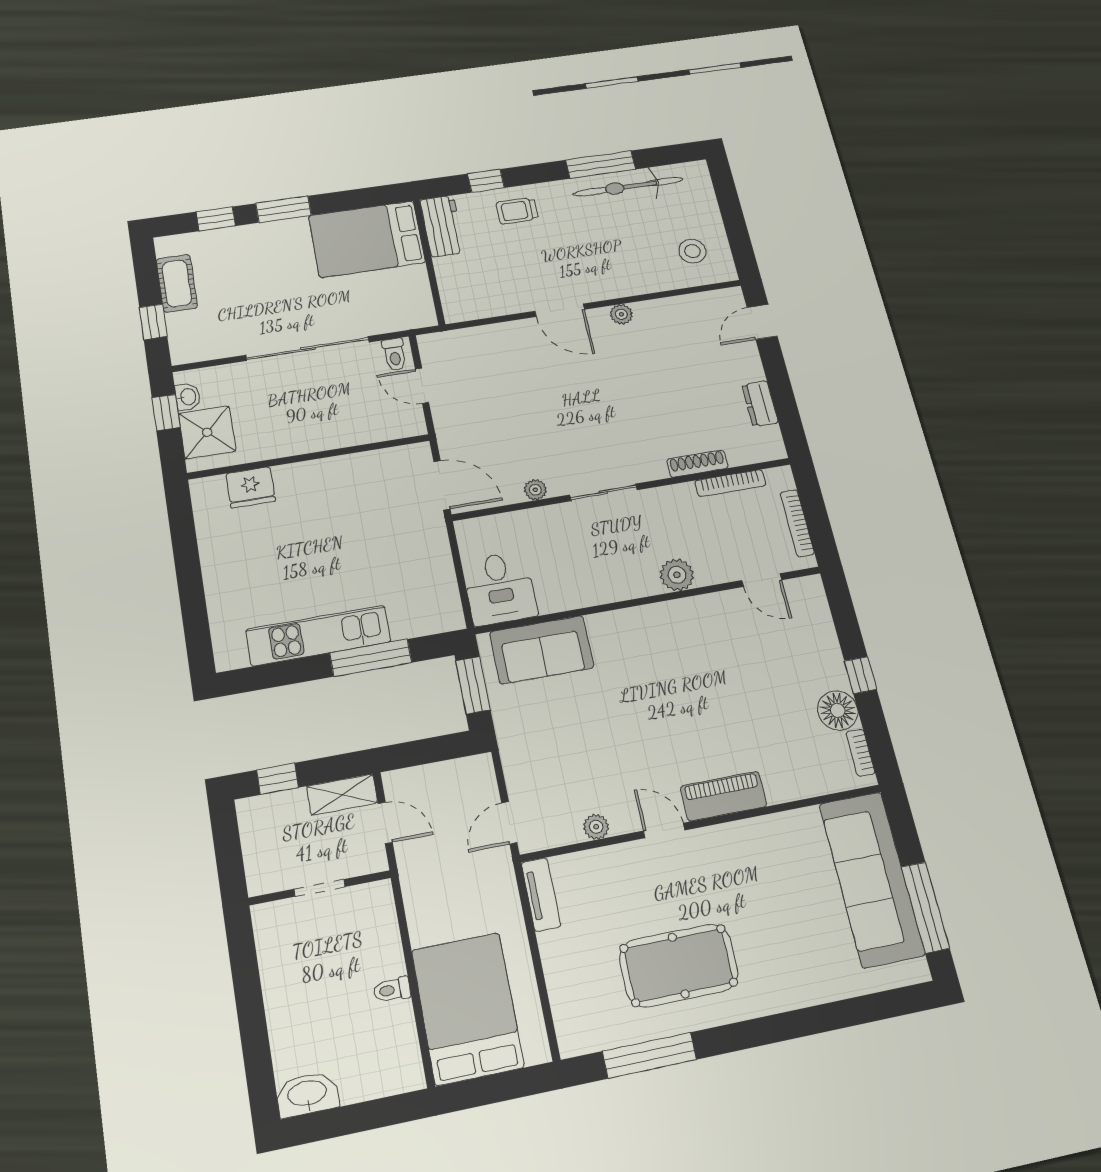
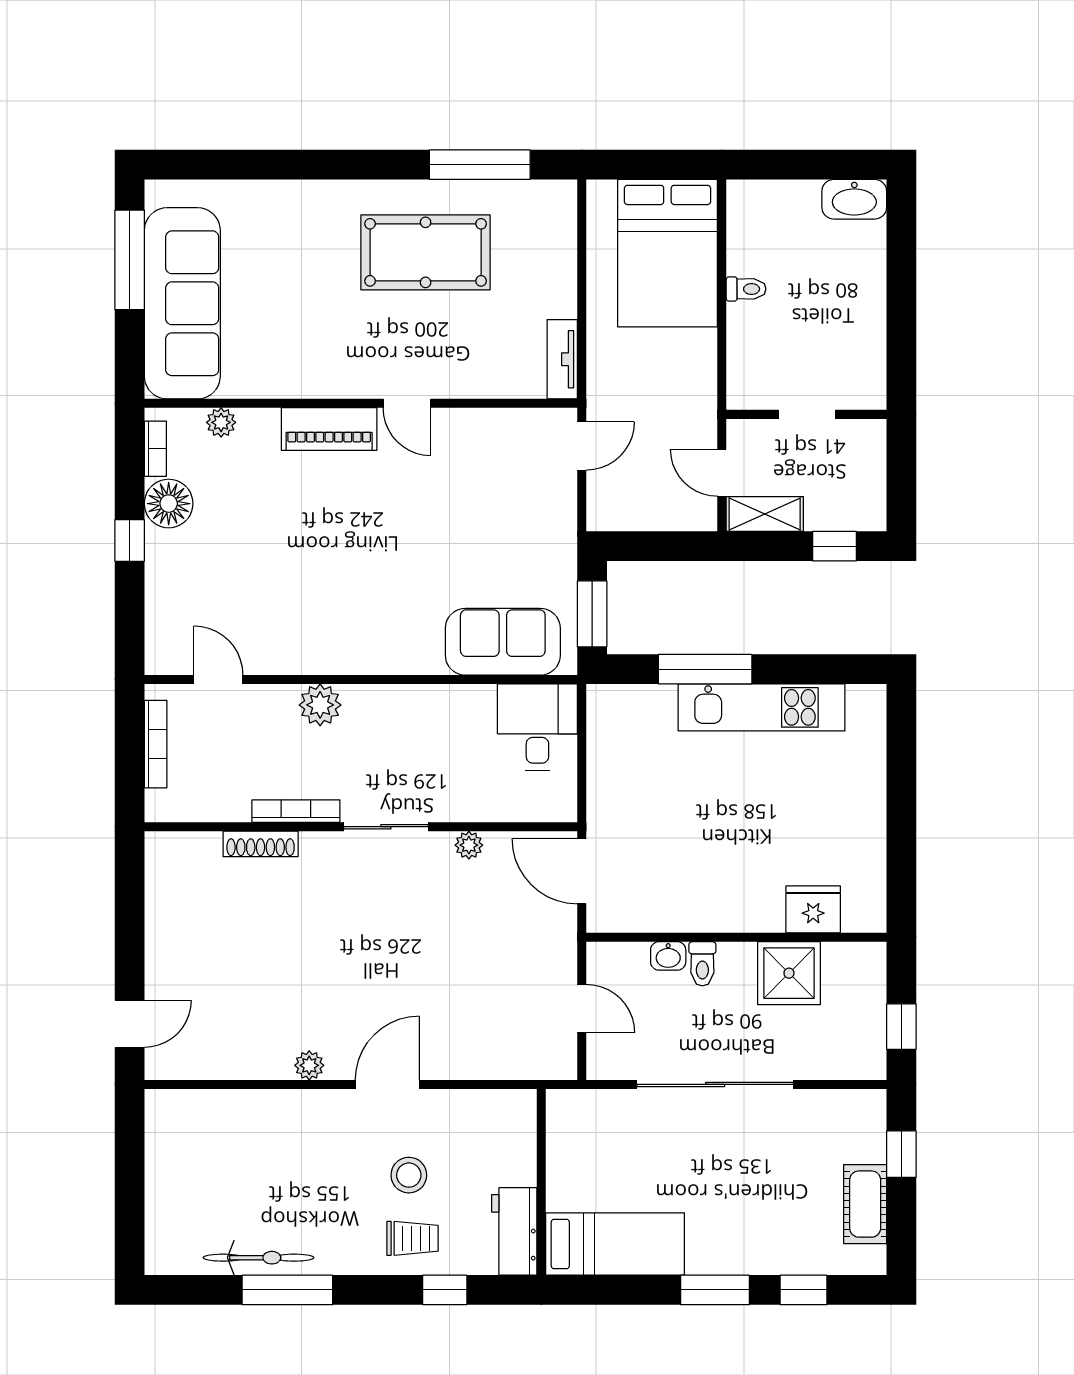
bicycle: (628, 187) -> (258, 1258), width x0.73, depth x0.71
bed: (367, 239) -> (615, 1244), width x0.67
stool: (692, 251) -> (409, 1175), moved
door: (560, 310) -> (387, 1084), hinge flipped
toilet: (394, 354) -> (702, 964), moved, turned 180
washbasin: (188, 397) -> (668, 956), moved, turned -90
dresser: (760, 404) -> (161, 911), removed
shower: (207, 432) -> (789, 973), moved
bookcase: (730, 483) -> (296, 811), moved
plant: (596, 827) -> (221, 422), moved

